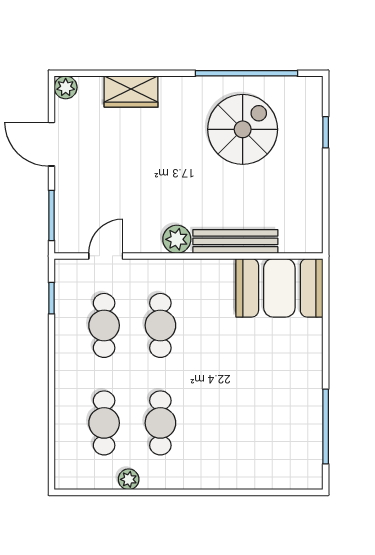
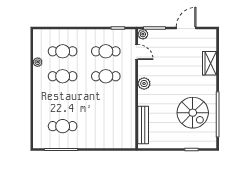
plant: (66, 87) -> (143, 34), moved
bench: (235, 241) -> (143, 125), moved
booth: (279, 288) -> (122, 129), removed
cafe table: (273, 423) -> (63, 126), added

